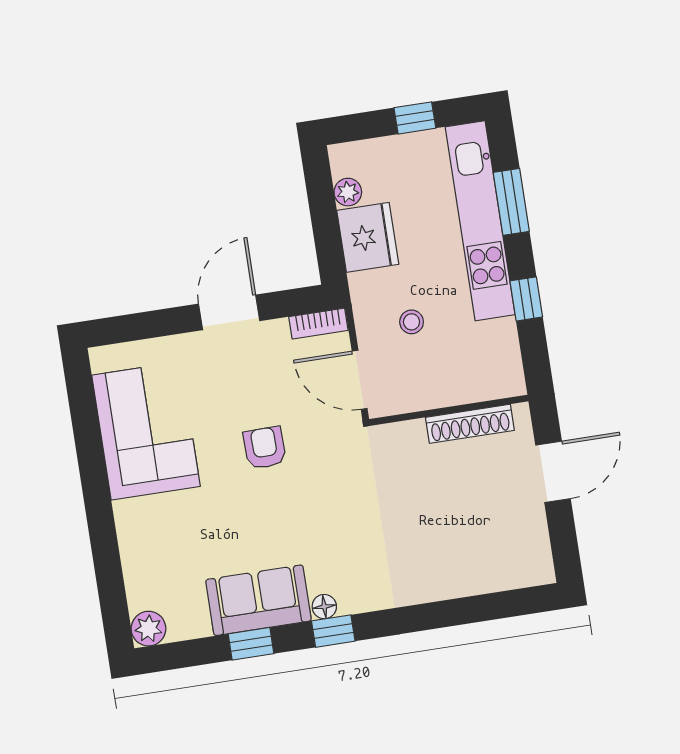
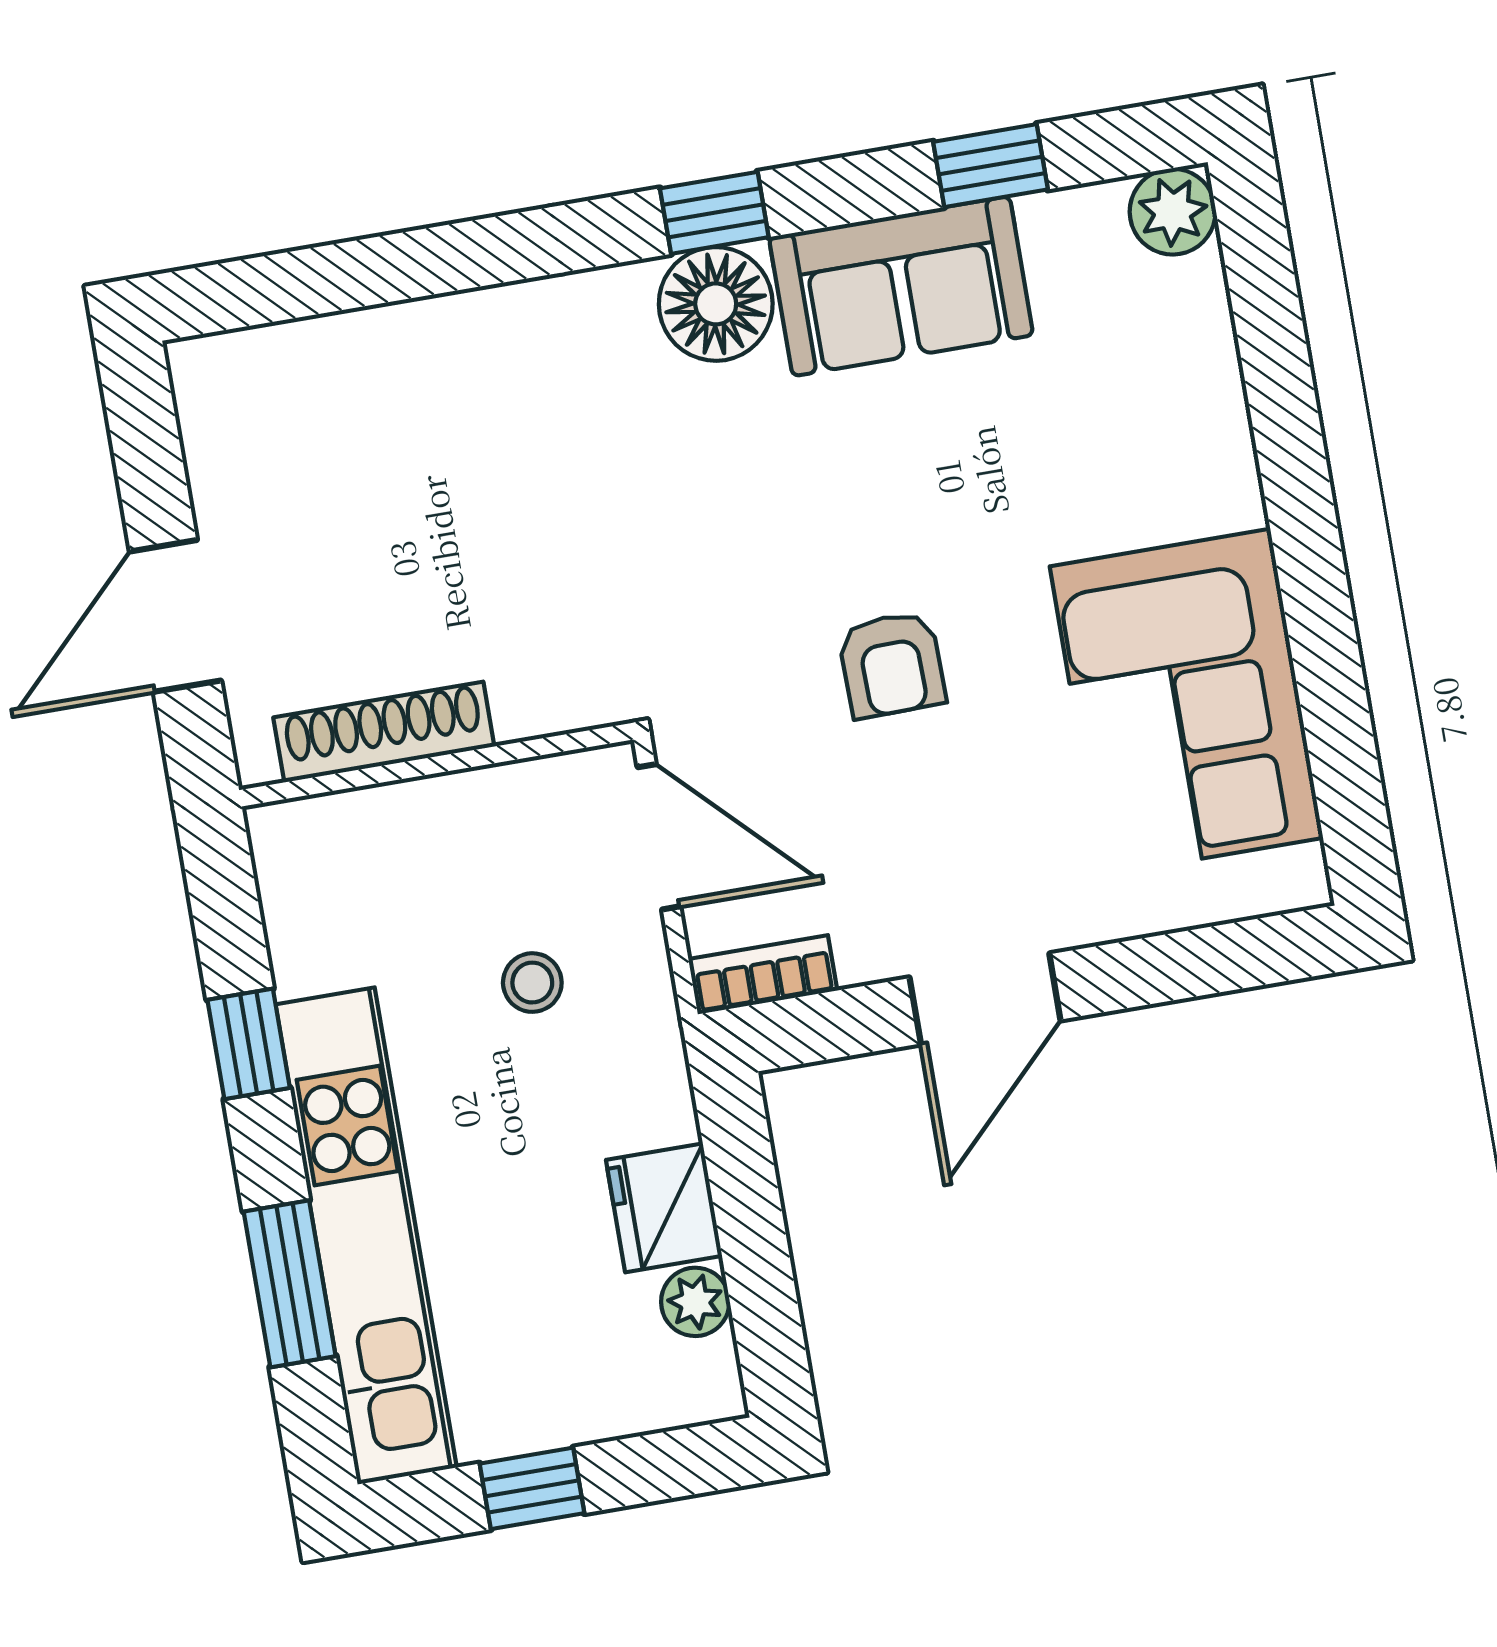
fridge: (368, 237) -> (664, 1208), width x0.73, depth x0.75
floor lamp: (324, 607) -> (716, 304), width x1.89, depth x1.89
window: (251, 644) -> (991, 166), moved

